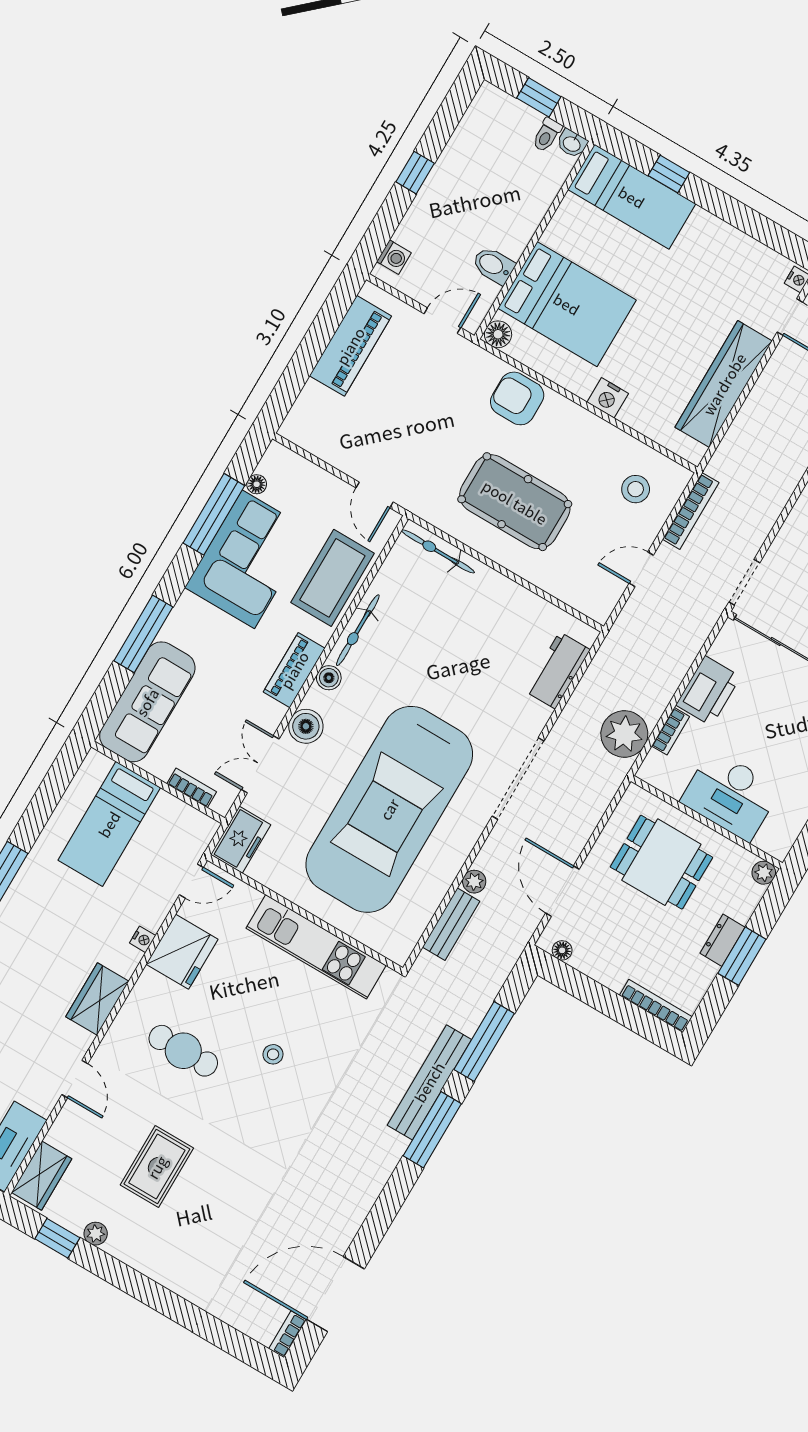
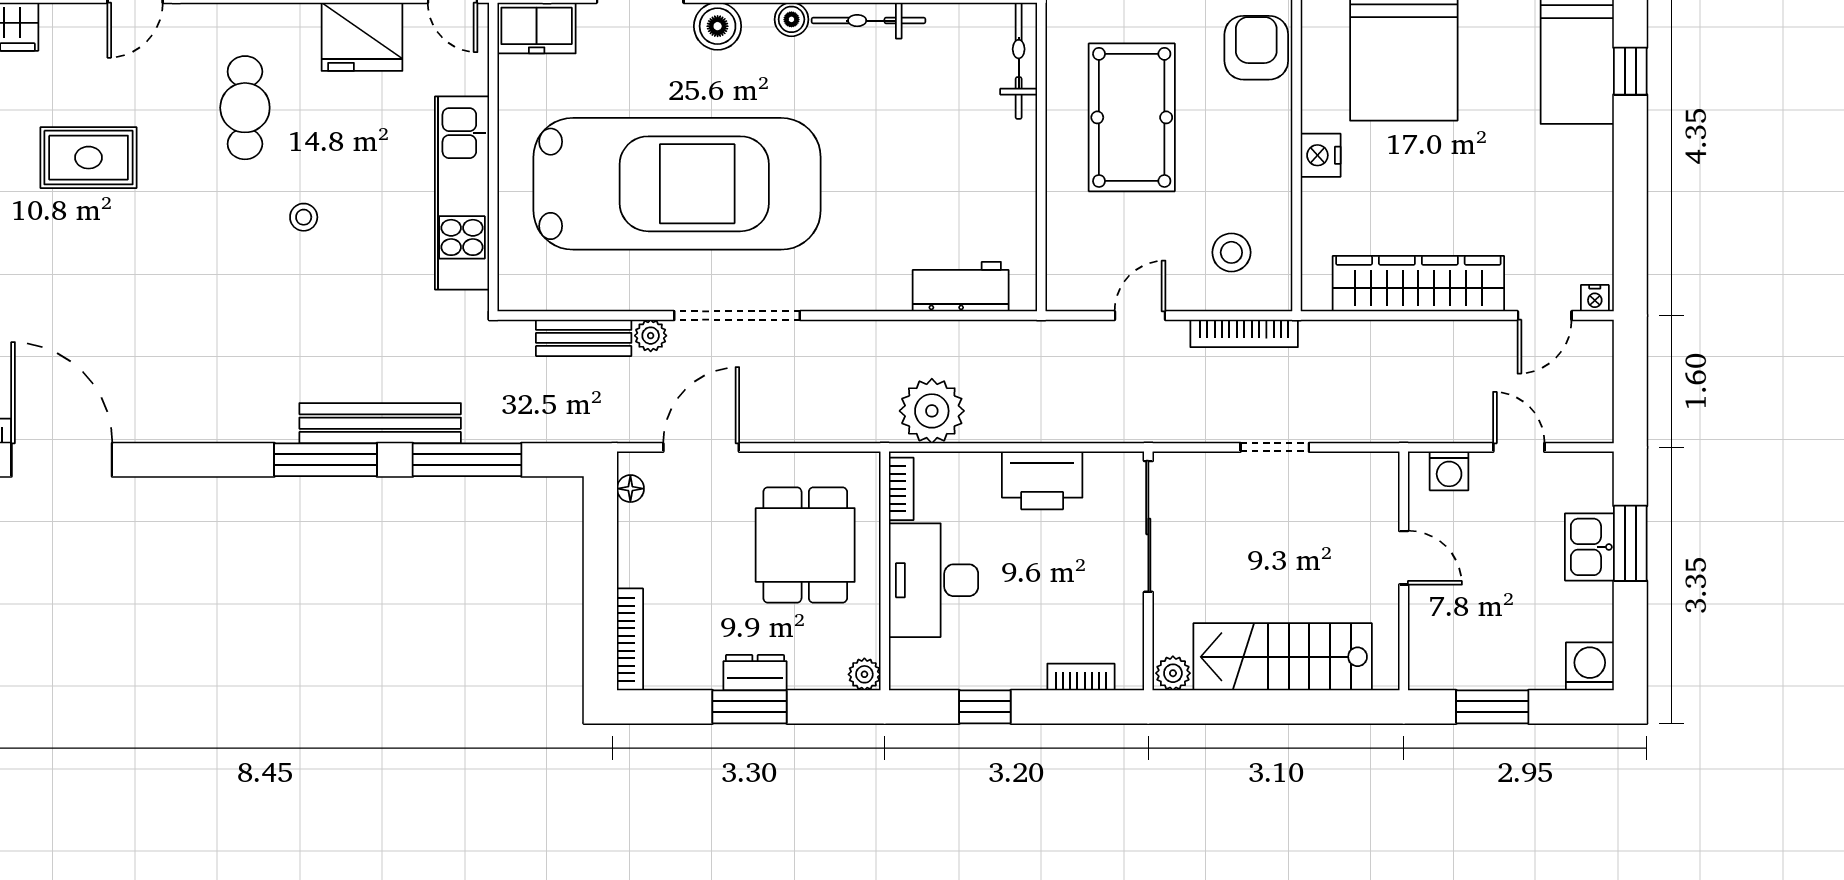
door: (641, 569) -> (1140, 316), hinge flipped
doorway: (744, 582) -> (1275, 447), moved
bookcase: (670, 731) -> (901, 489), moved, turned -90
doorway: (518, 779) -> (737, 316), moved
car: (389, 809) -> (677, 184), turned 180

